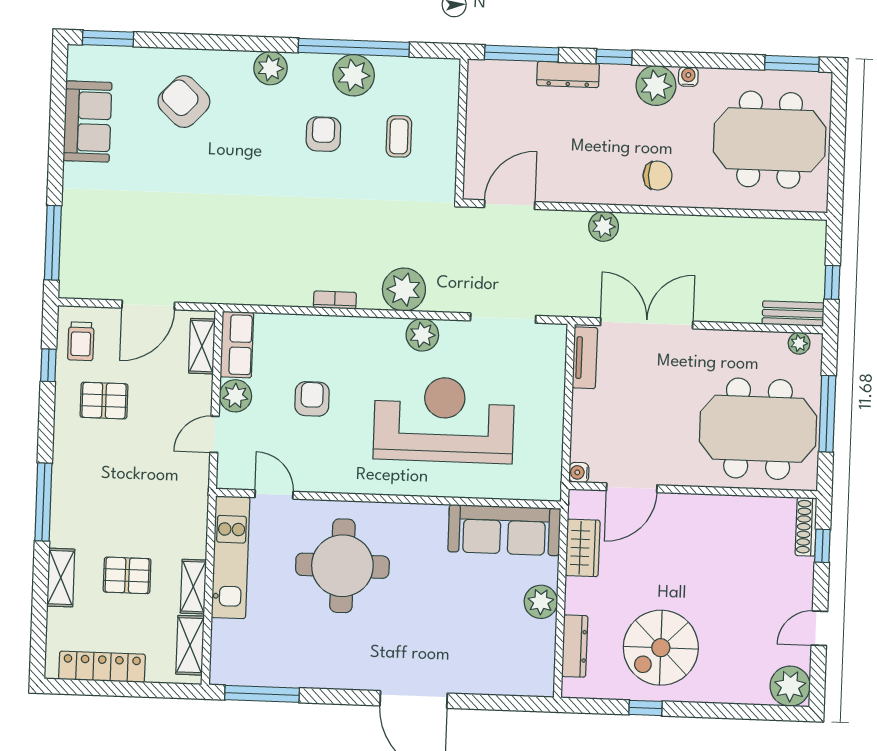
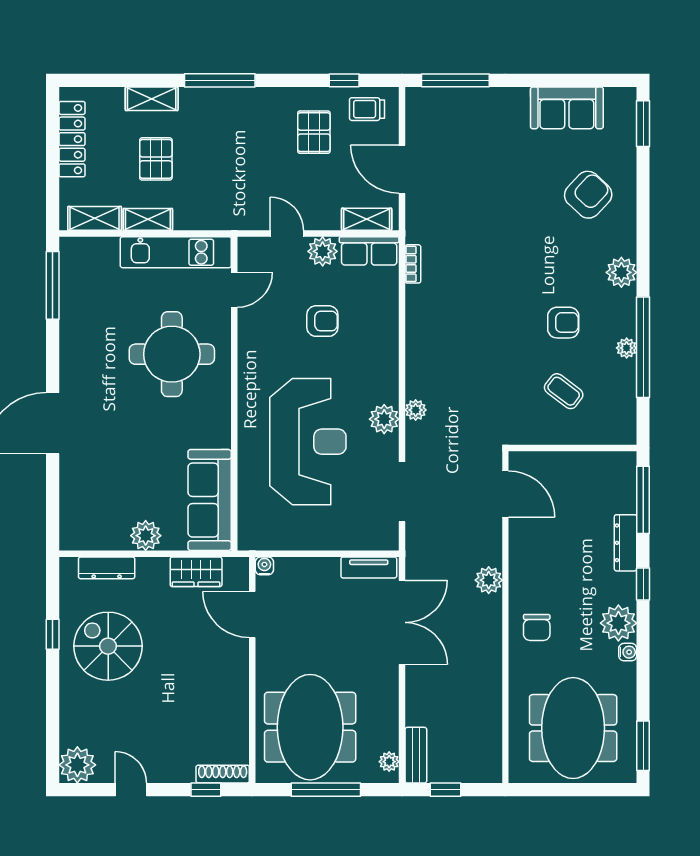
plant: (354, 75) -> (627, 348), width x0.53, depth x0.53
coffee table: (399, 136) -> (564, 391), turned 37
plant: (404, 290) -> (416, 410), width x0.53, depth x0.53
bookcase: (335, 300) -> (413, 264), moved

